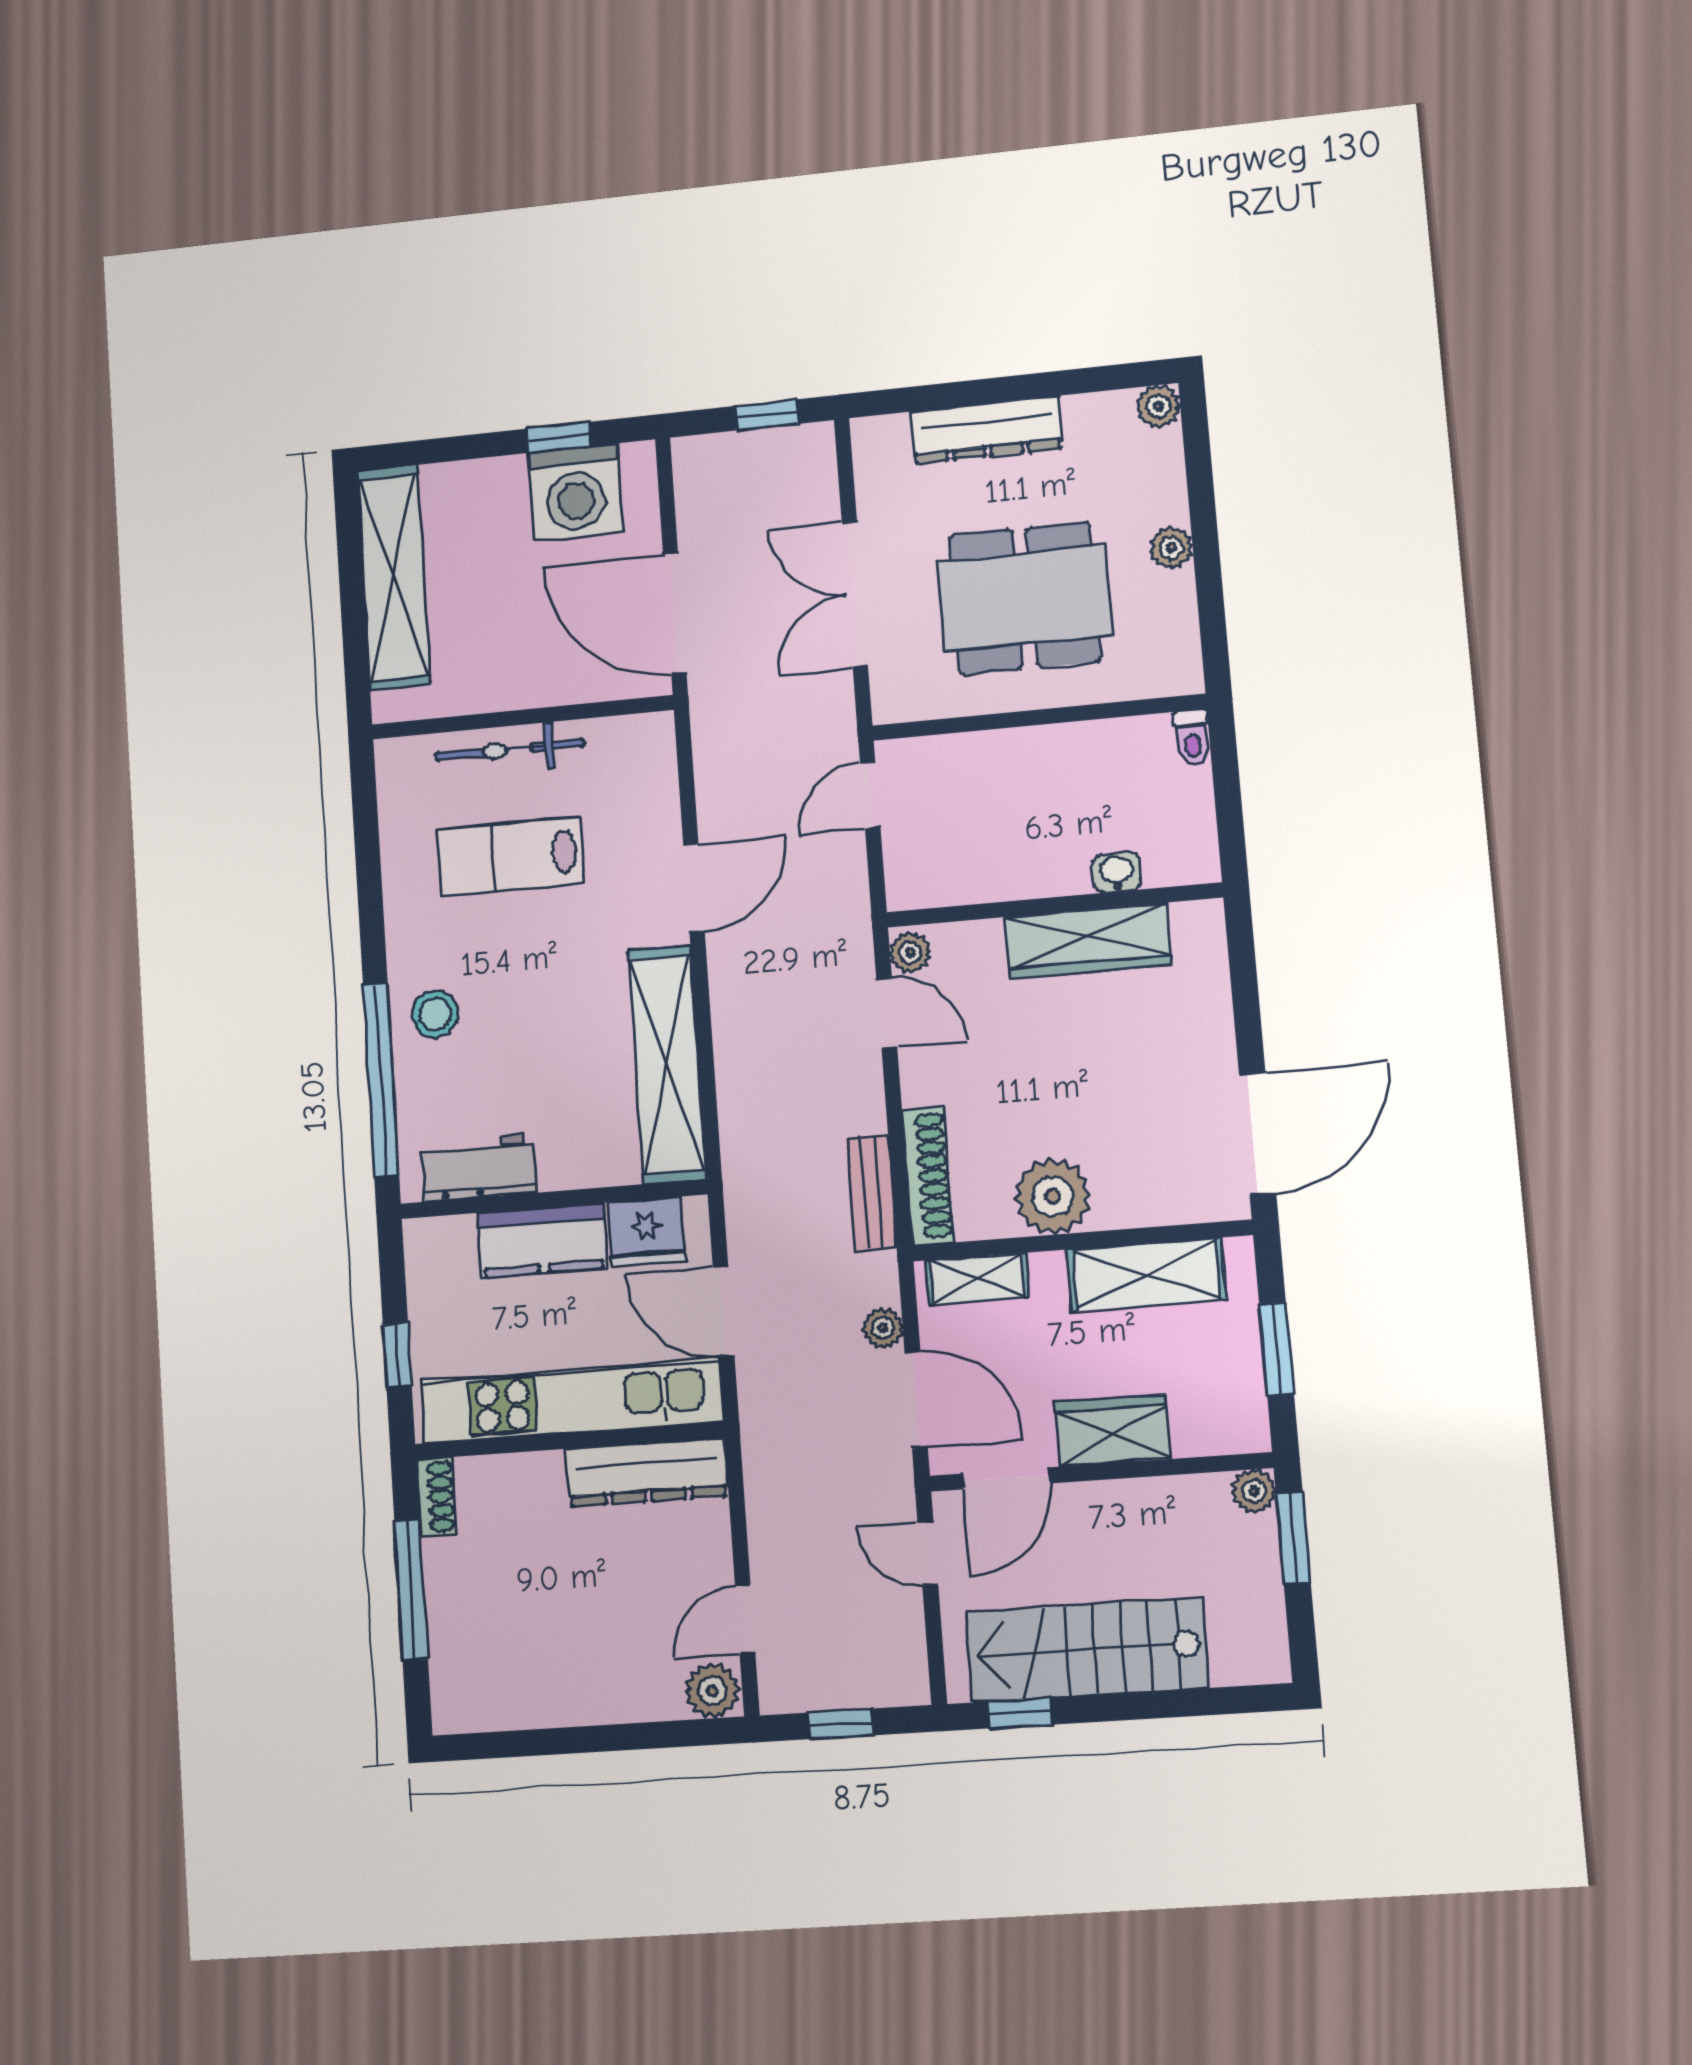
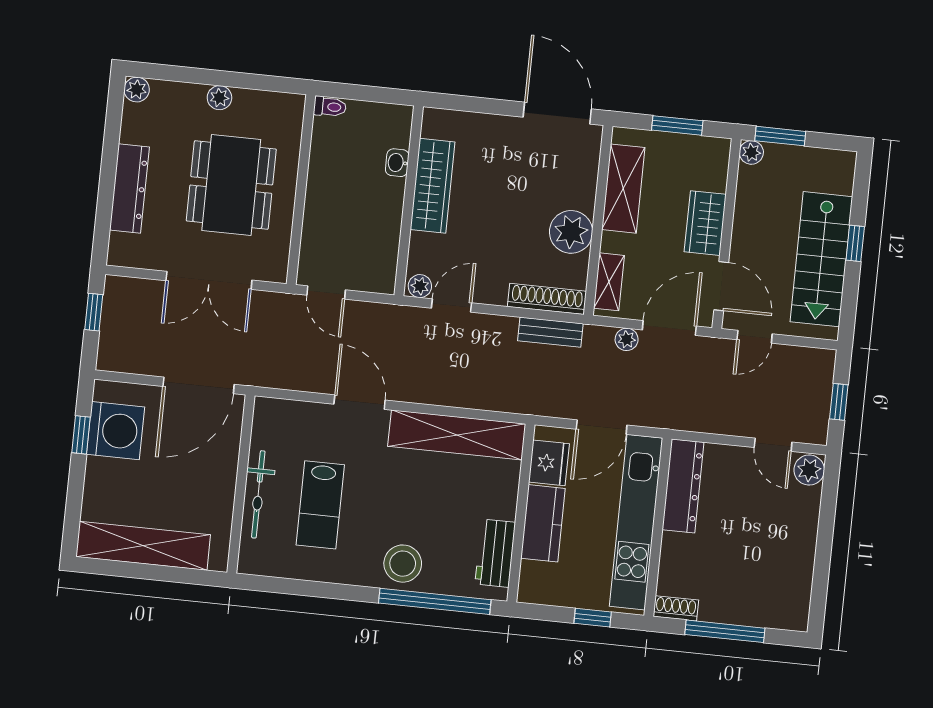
stool: (435, 1014) -> (403, 564), width x1.38, depth x1.38
window: (1020, 1713) -> (855, 243), moved

